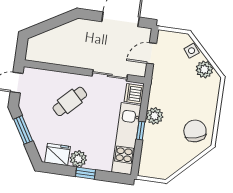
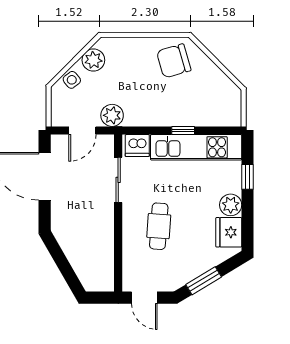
door: (152, 53) -> (82, 130), hinge flipped
cafe table: (70, 101) -> (159, 226), turned 49
plant: (154, 116) -> (112, 115), moved
window: (85, 173) -> (248, 177), moved

